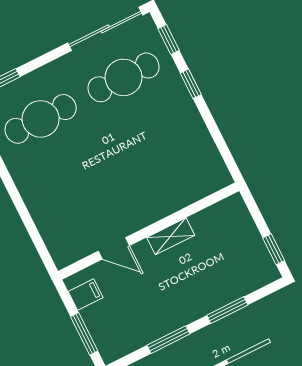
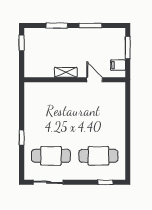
sliding door: (105, 29) -> (48, 182), width x0.73
window: (169, 39) -> (22, 163), removed

